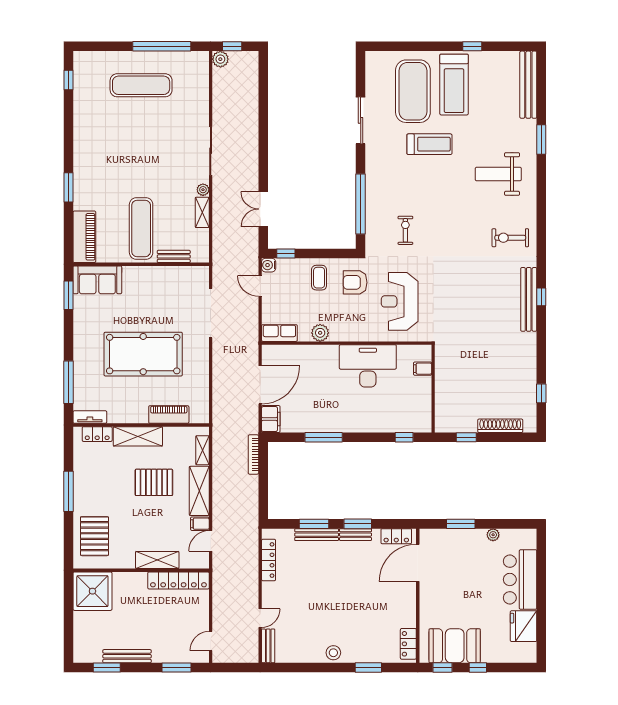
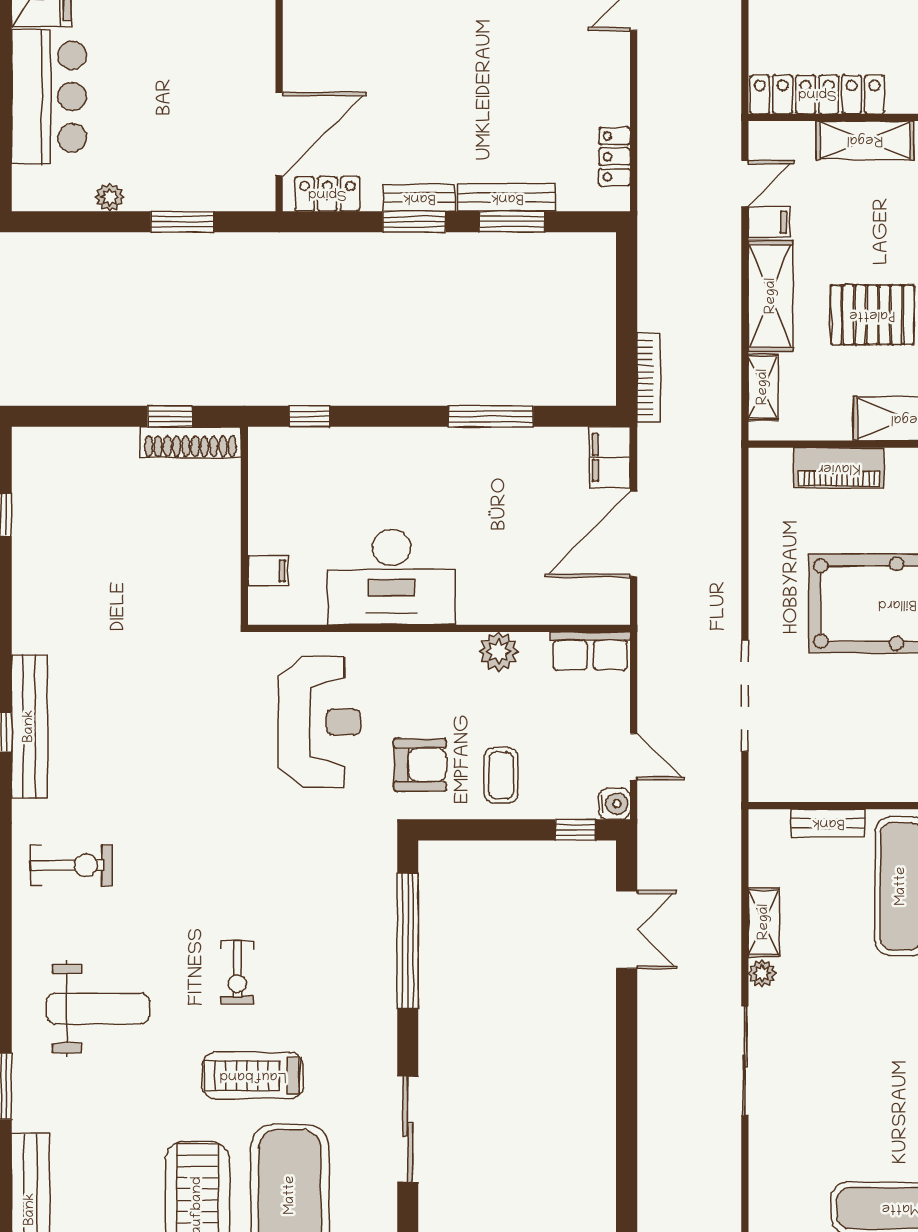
exercise bike: (405, 230) -> (237, 972), moved
shoe rack: (500, 426) -> (191, 442), moved
locker: (269, 560) -> (615, 157), width x0.66

